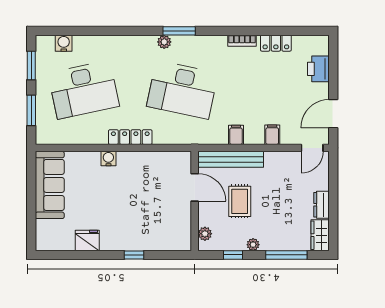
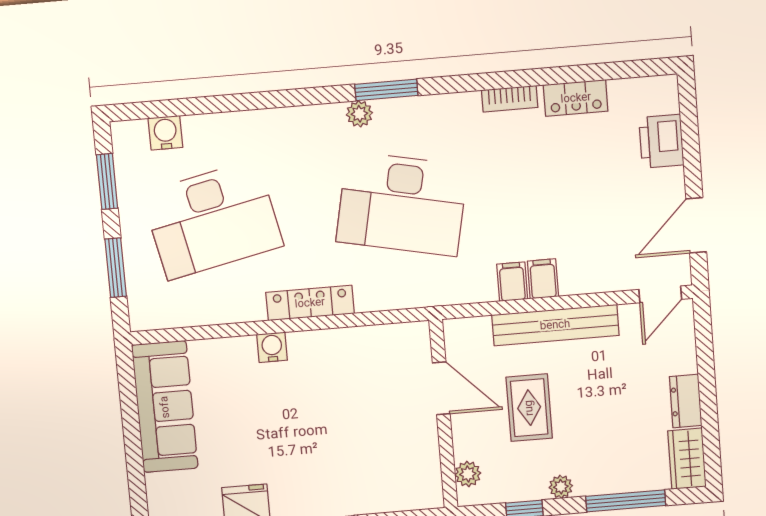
filing cabinet: (272, 135) -> (543, 279), moved
bench: (231, 159) -> (555, 325), moved

